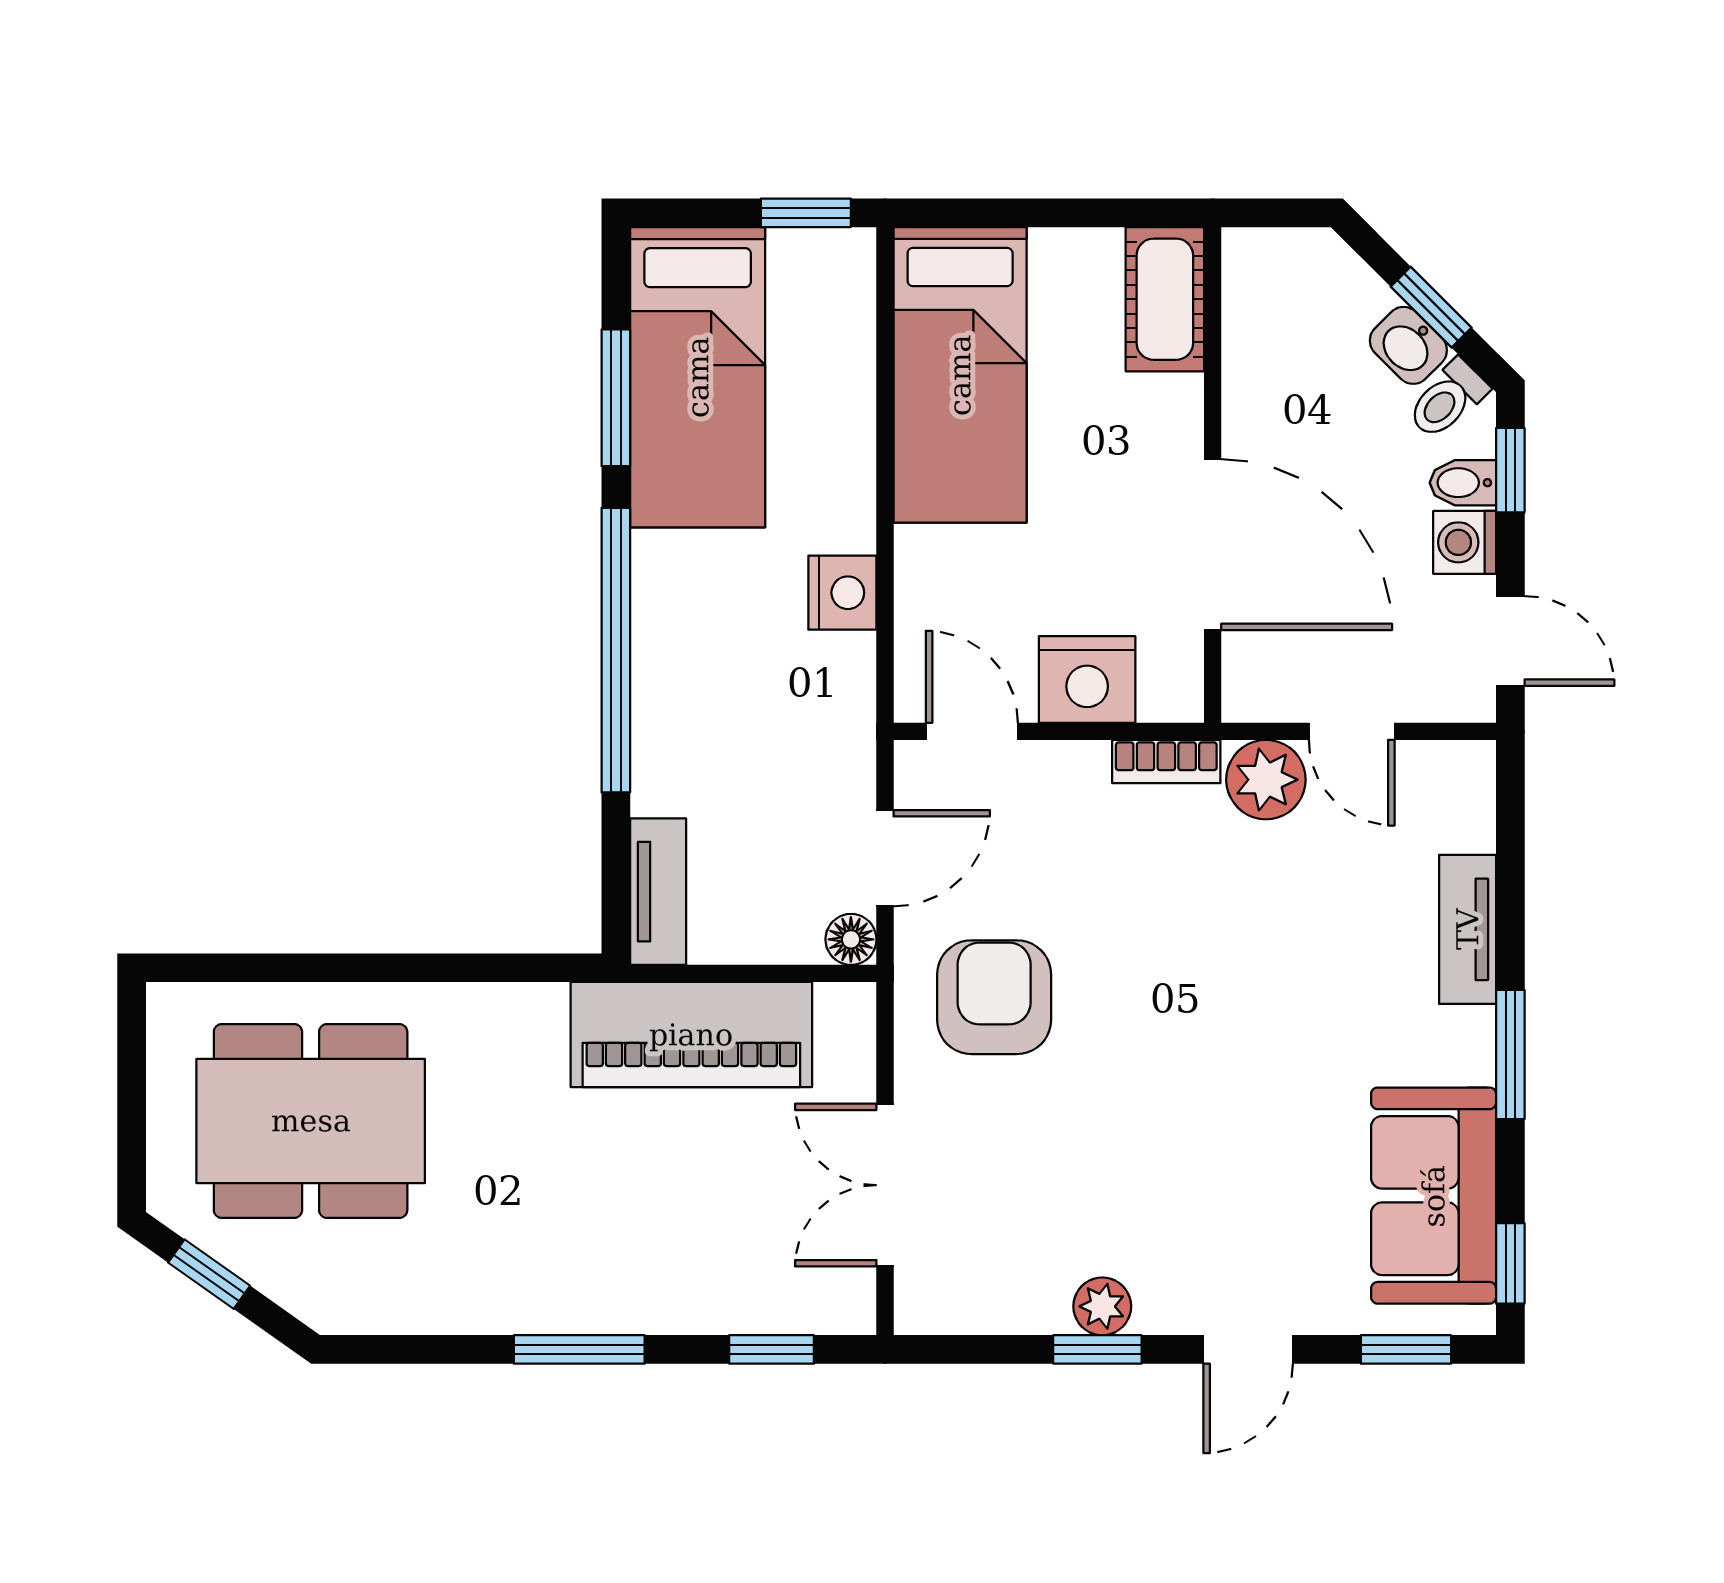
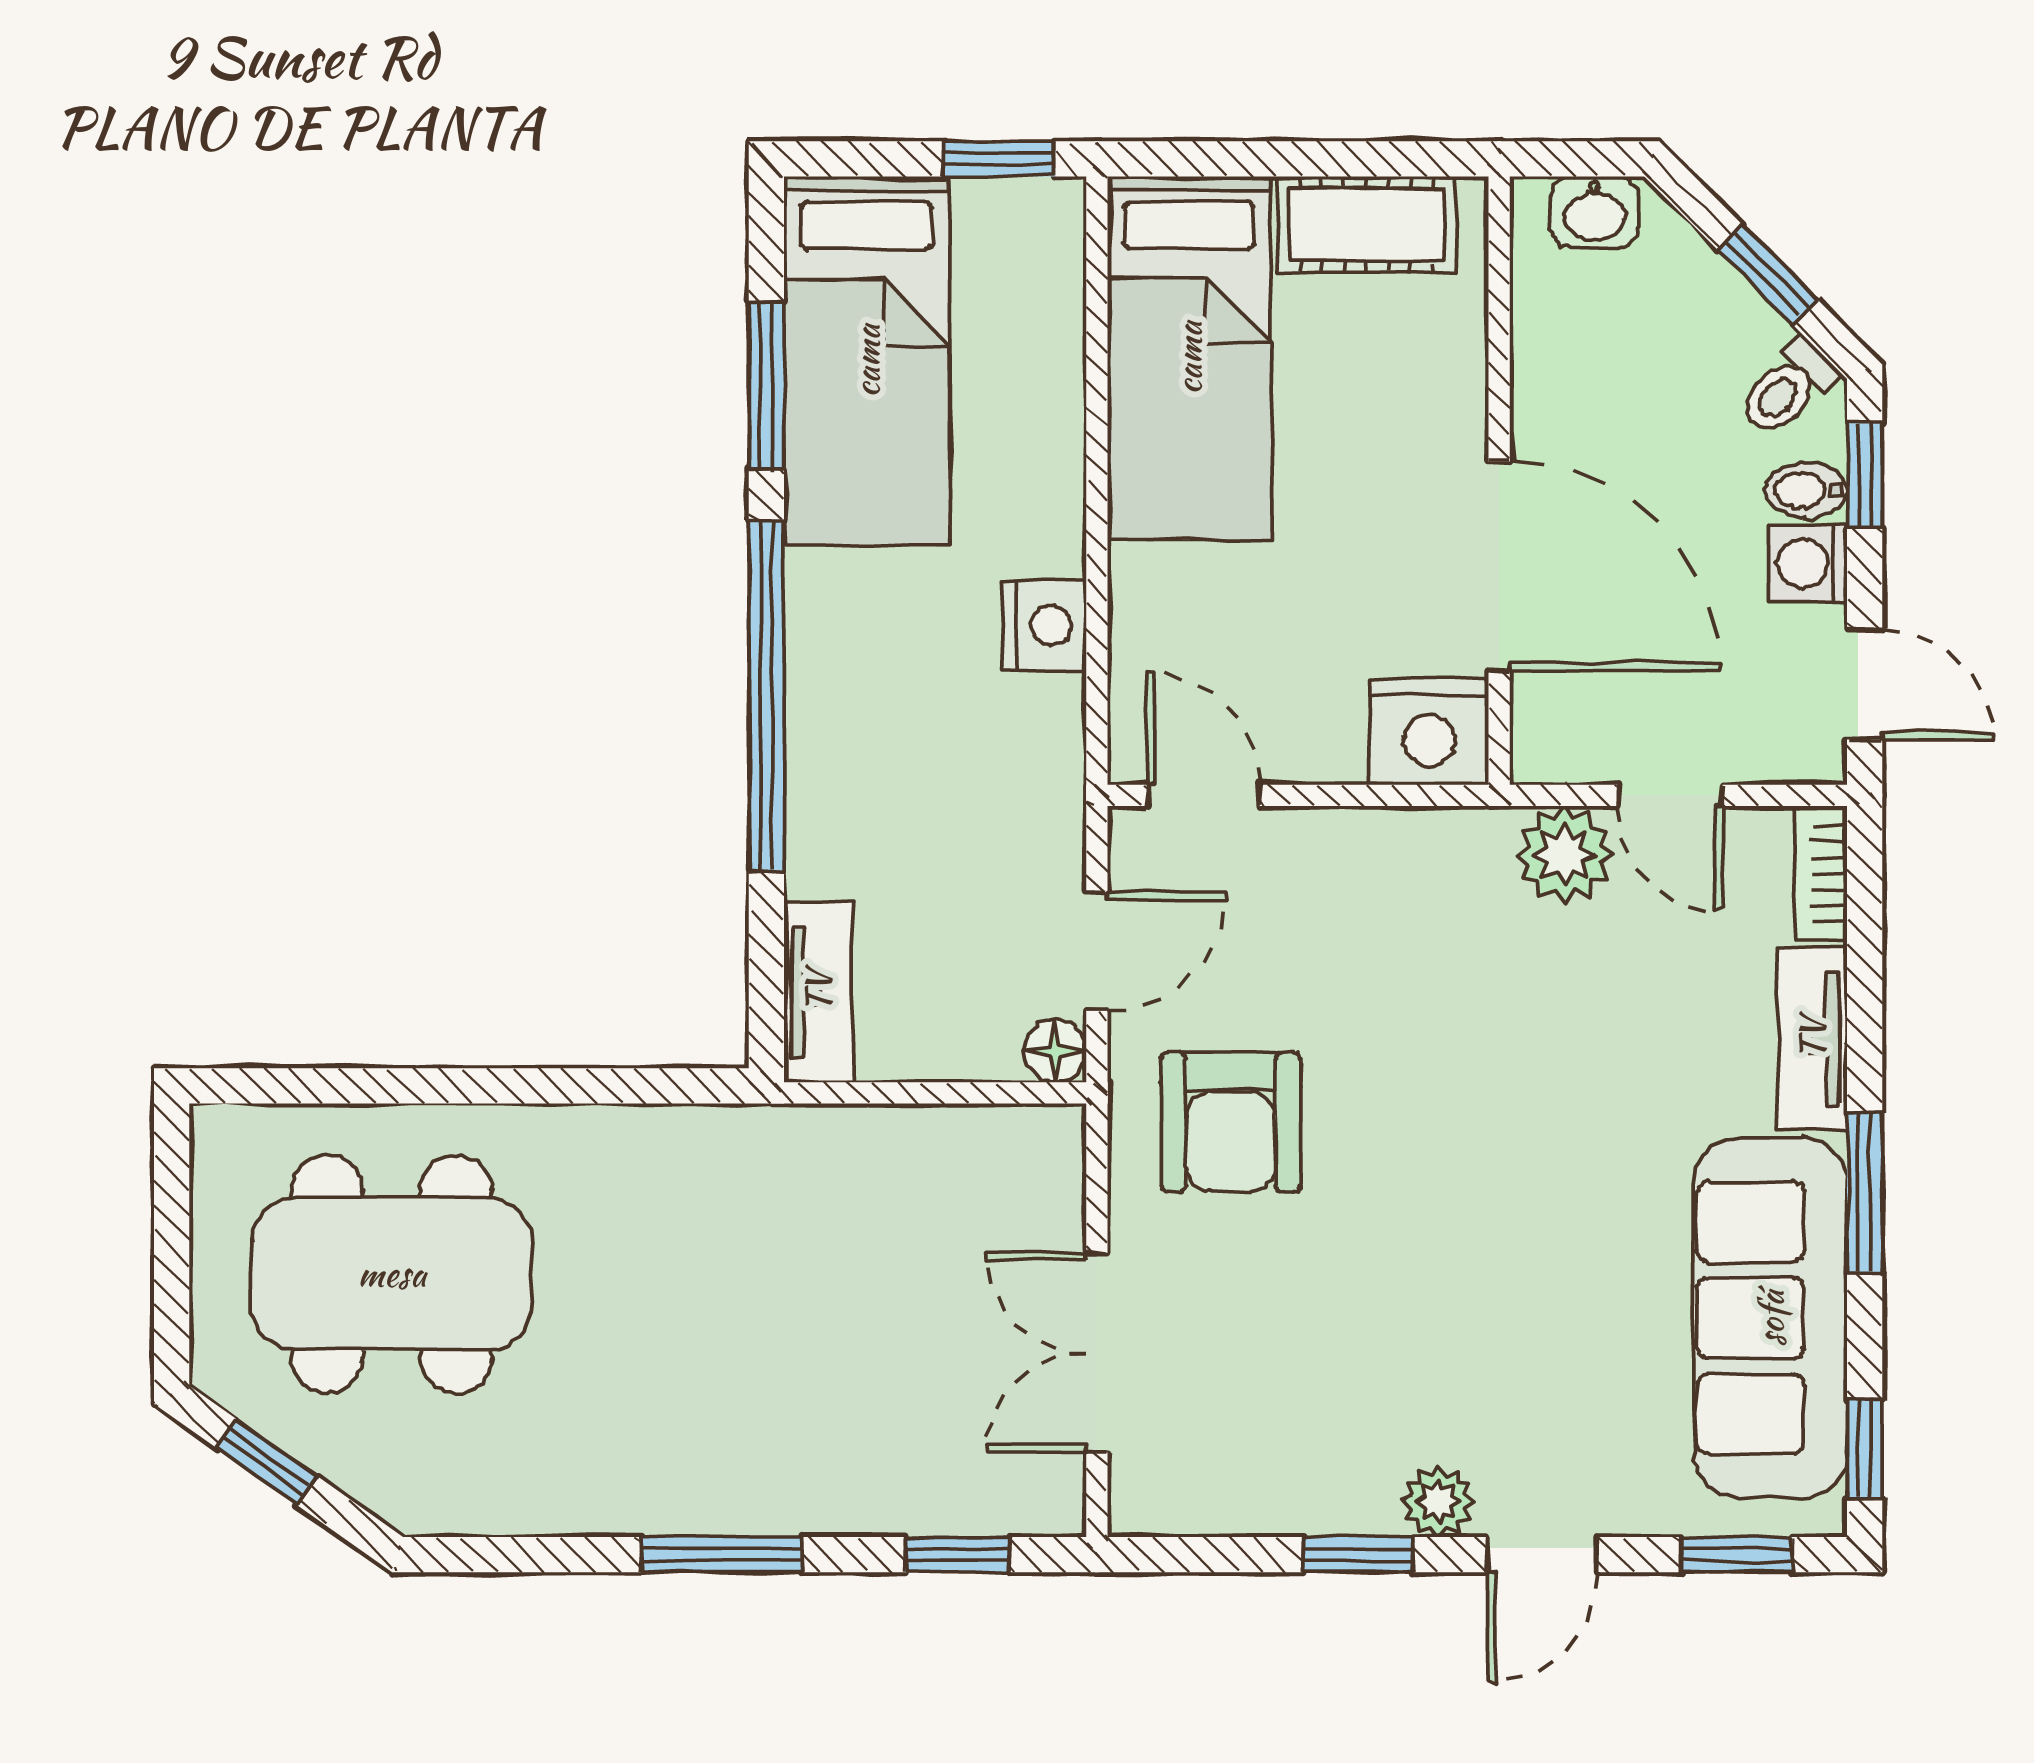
cot: (1165, 299) -> (1366, 224), moved, turned 90
washbasin: (1408, 345) -> (1594, 212), moved, turned -45
nightstand: (1087, 679) -> (1429, 732), moved
bookcase: (1166, 762) -> (1821, 874), moved, turned 90
armchair: (994, 997) -> (1231, 1122), turned 180
piano: (691, 1035) -> (859, 1168), removed
sofa: (1434, 1196) -> (1771, 1318), width x1.36
plant: (1102, 1306) -> (1438, 1502), moved

